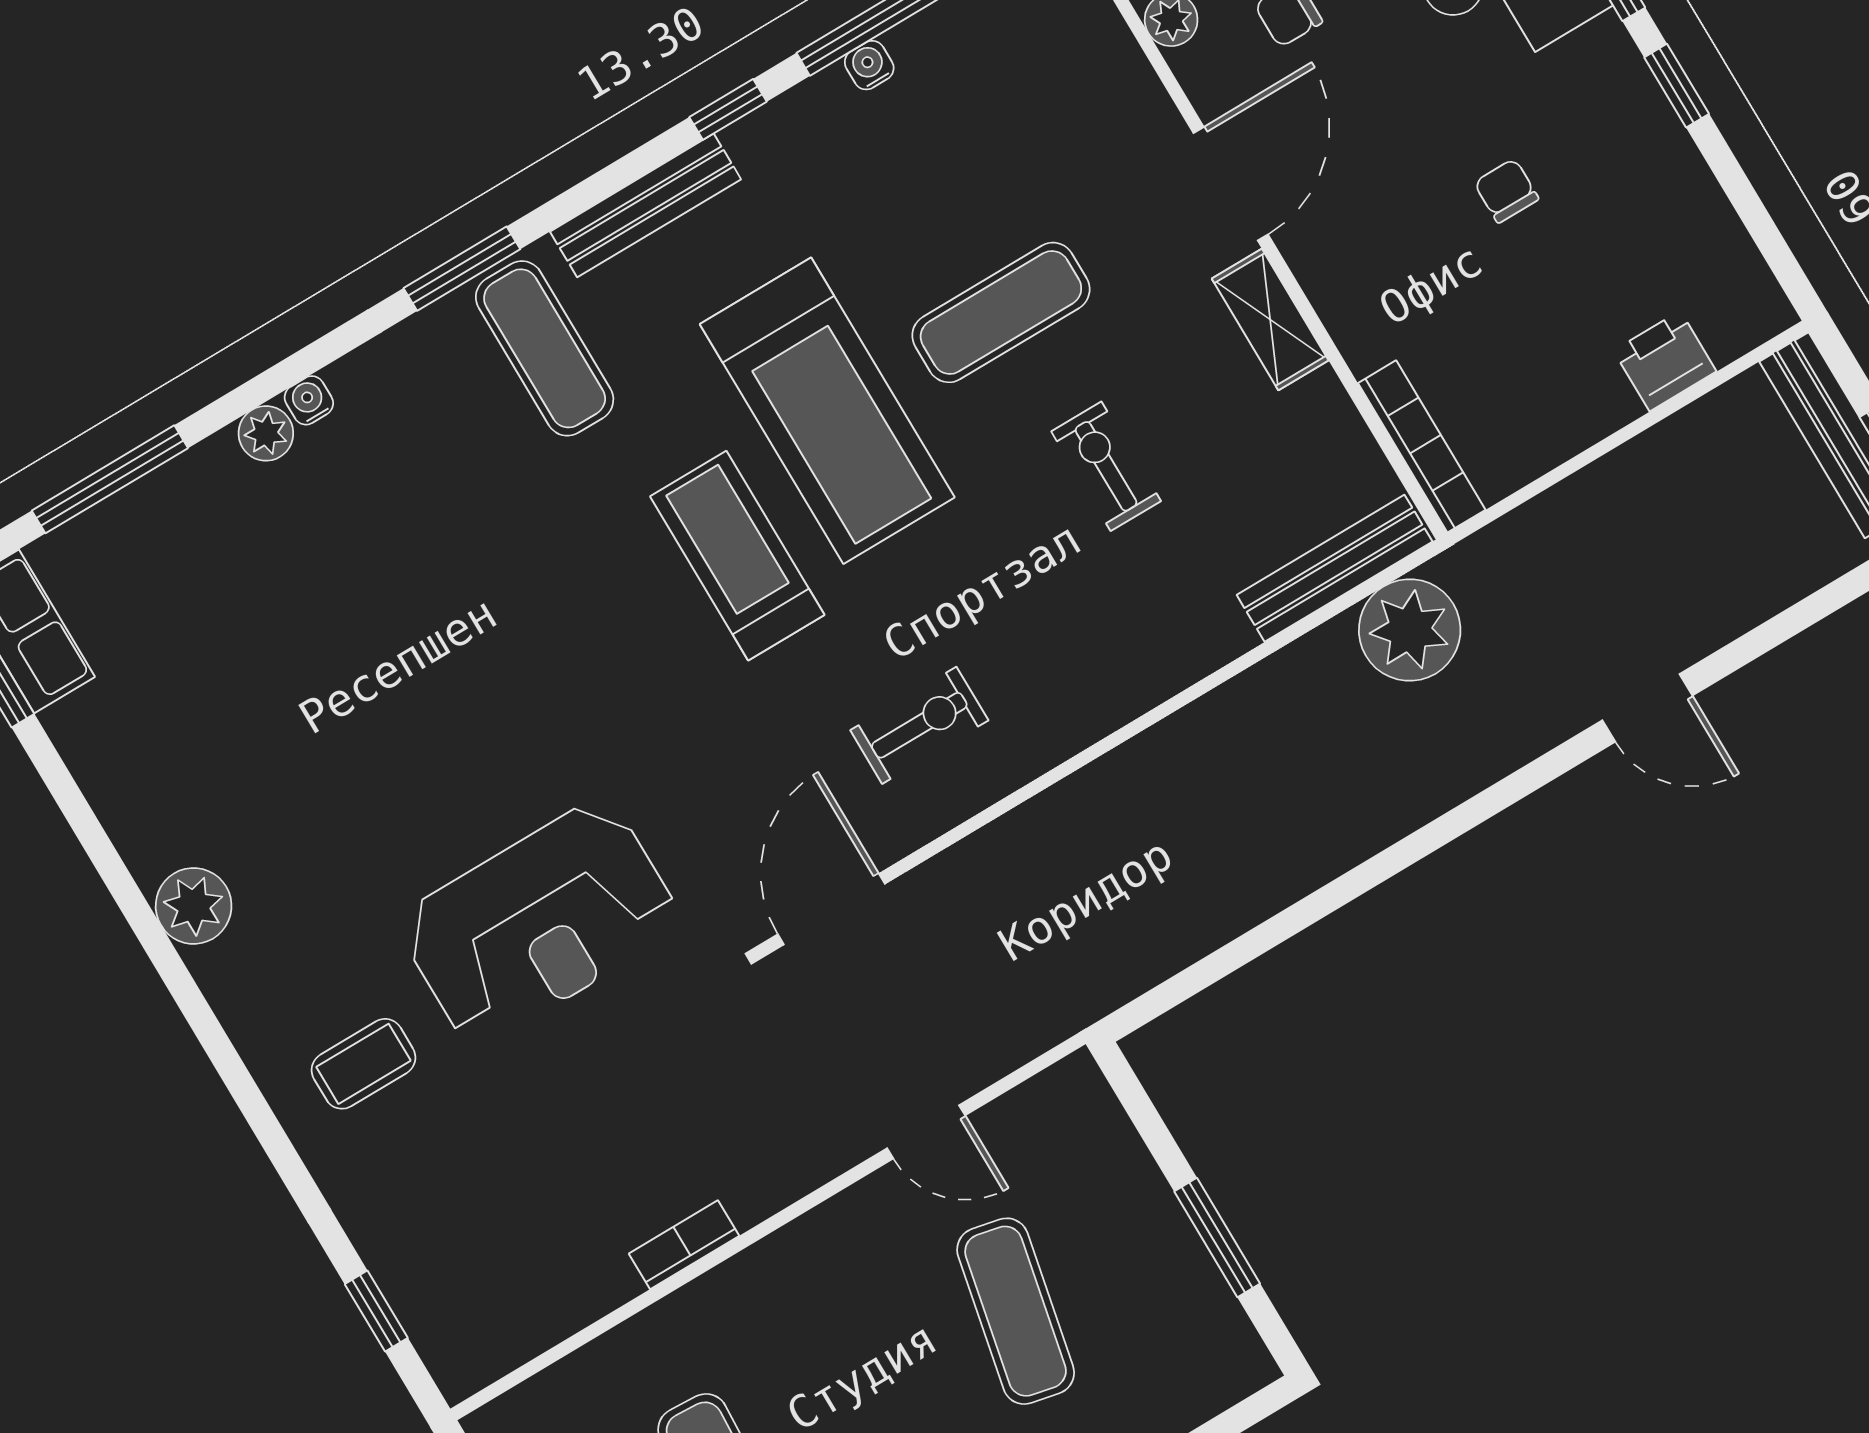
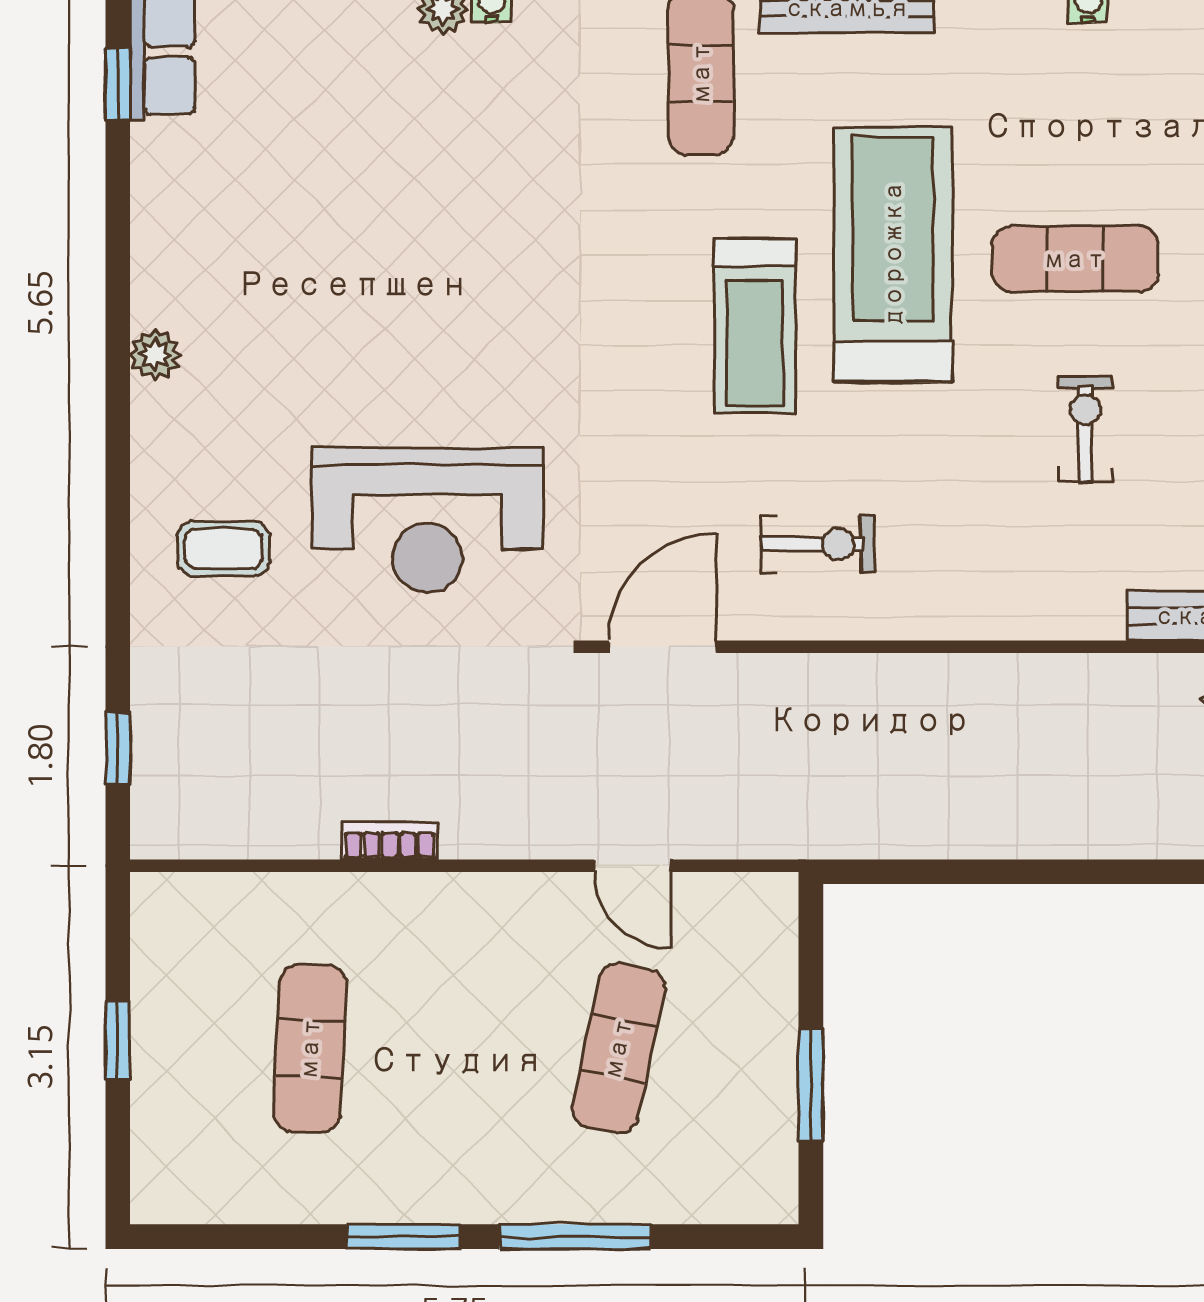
treadmill: (827, 411) -> (893, 254), turned 180
treadmill: (737, 556) -> (755, 326), turned 180
plant: (194, 906) -> (155, 355), width x0.73, depth x0.73

